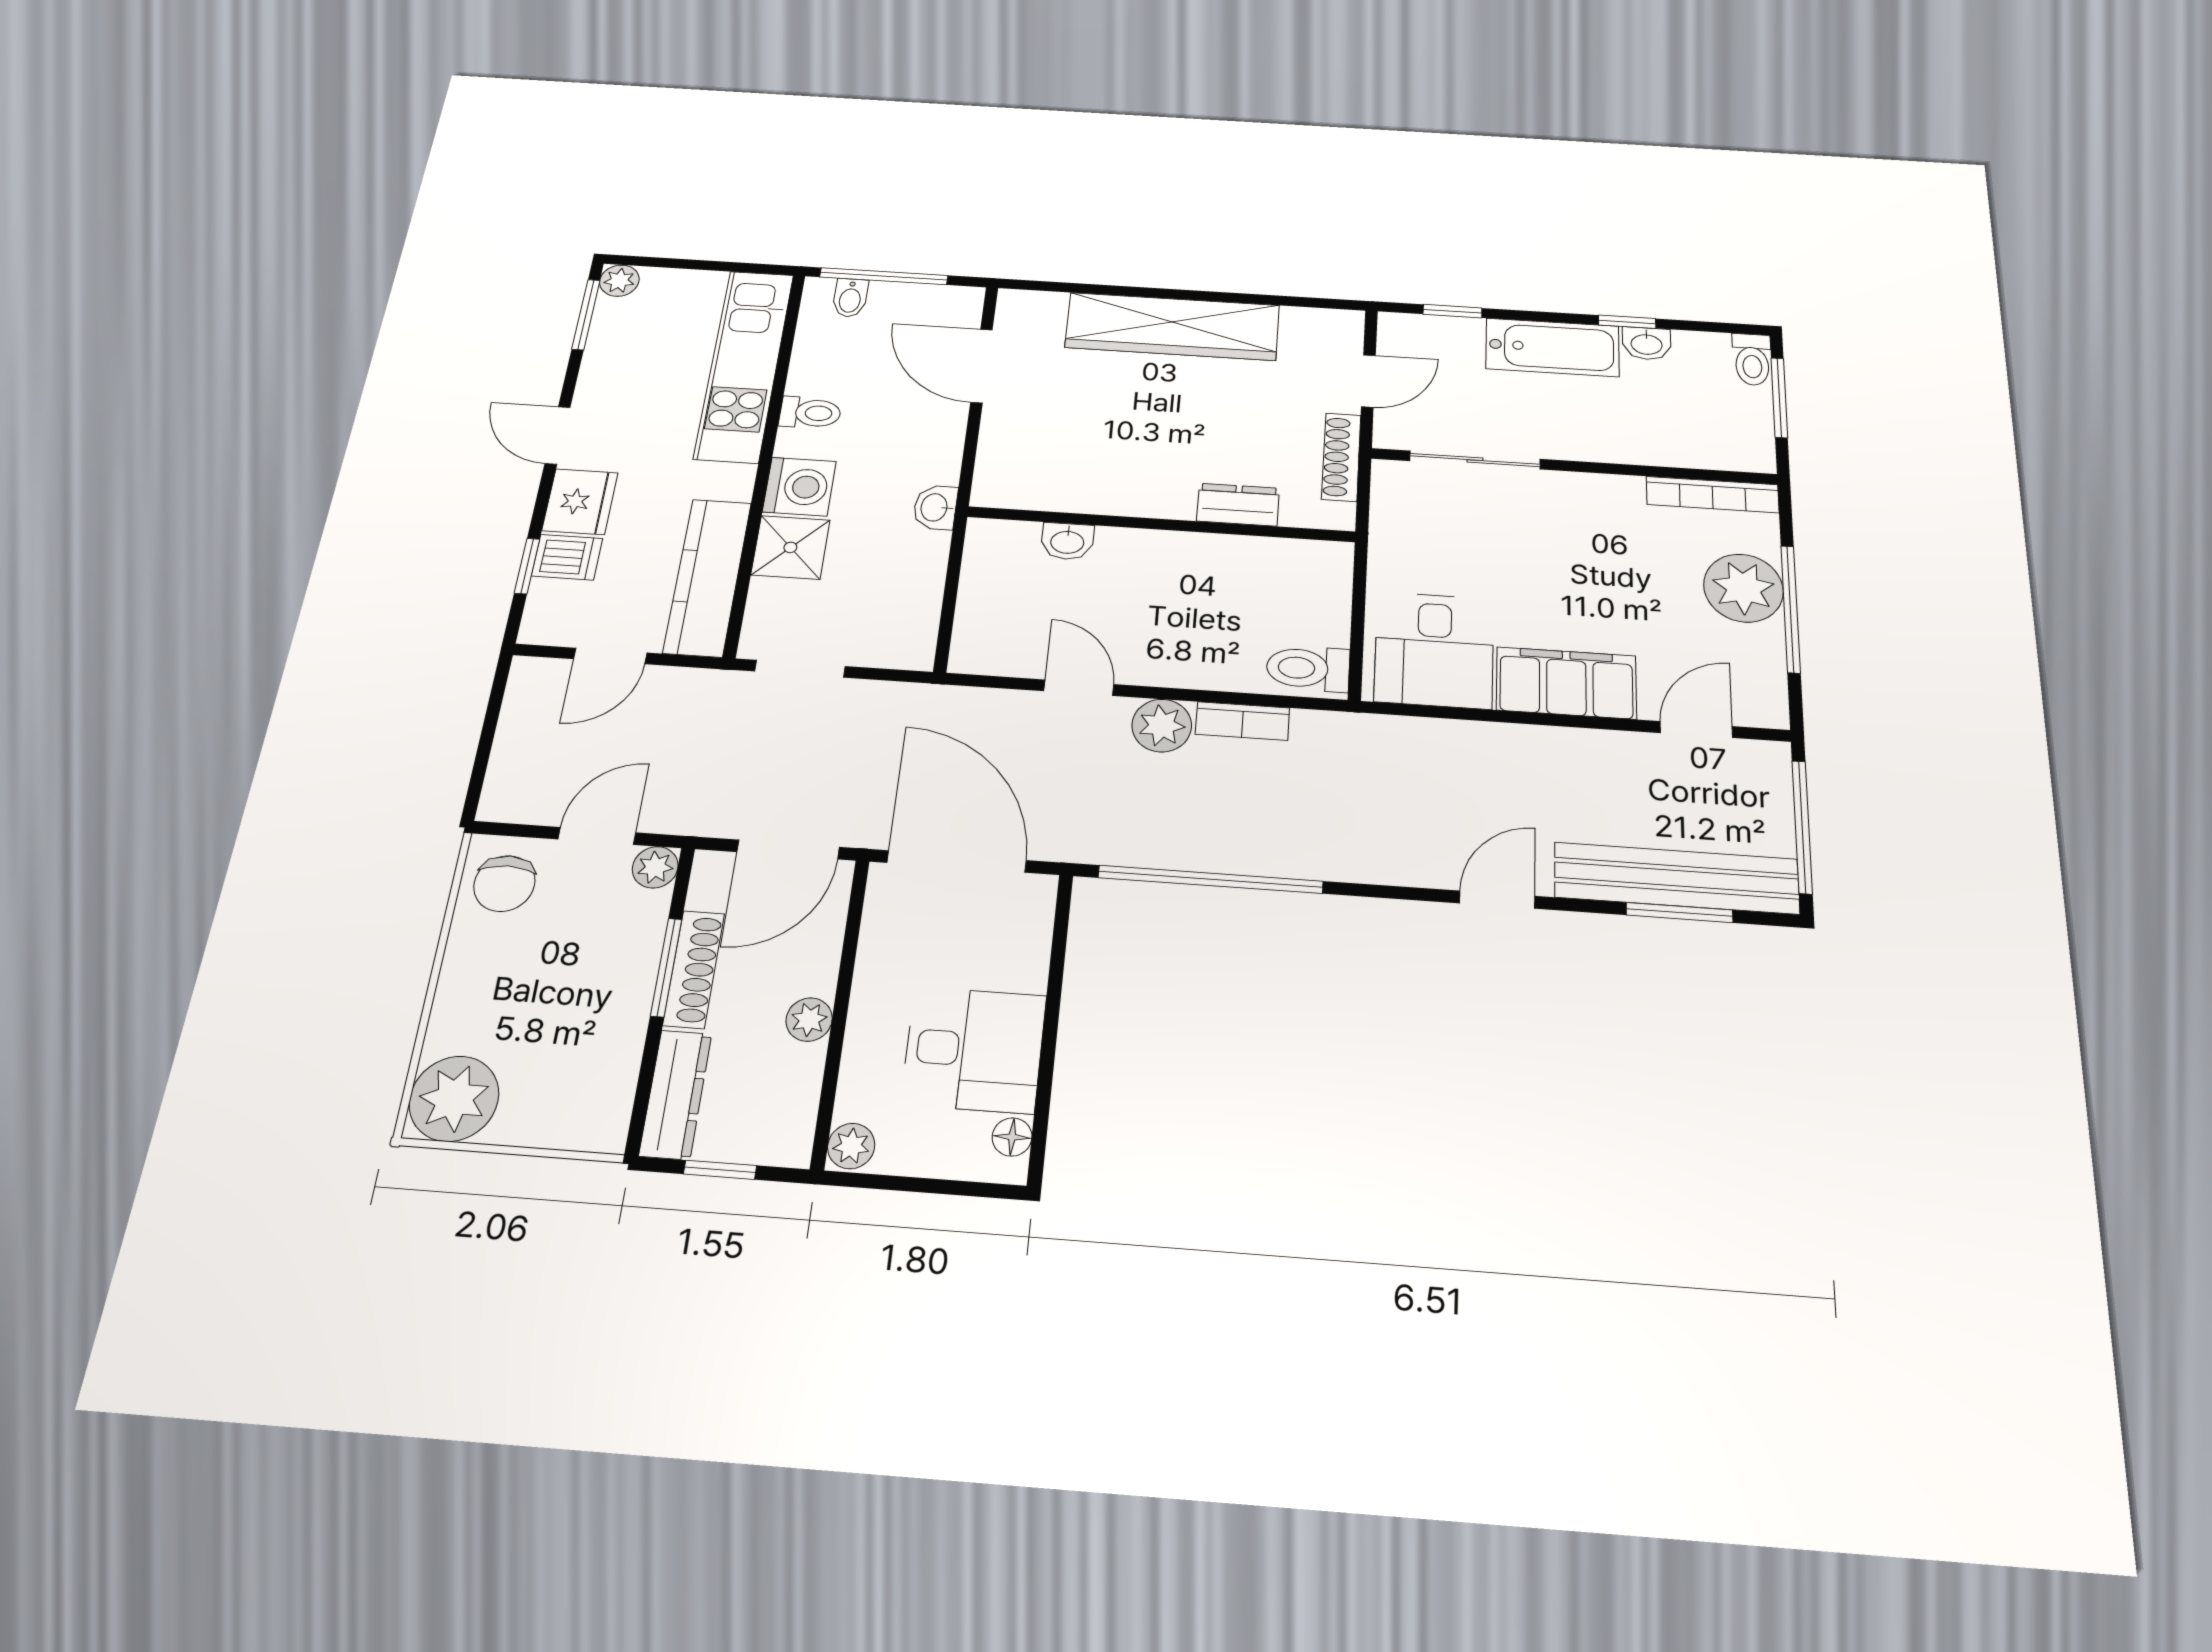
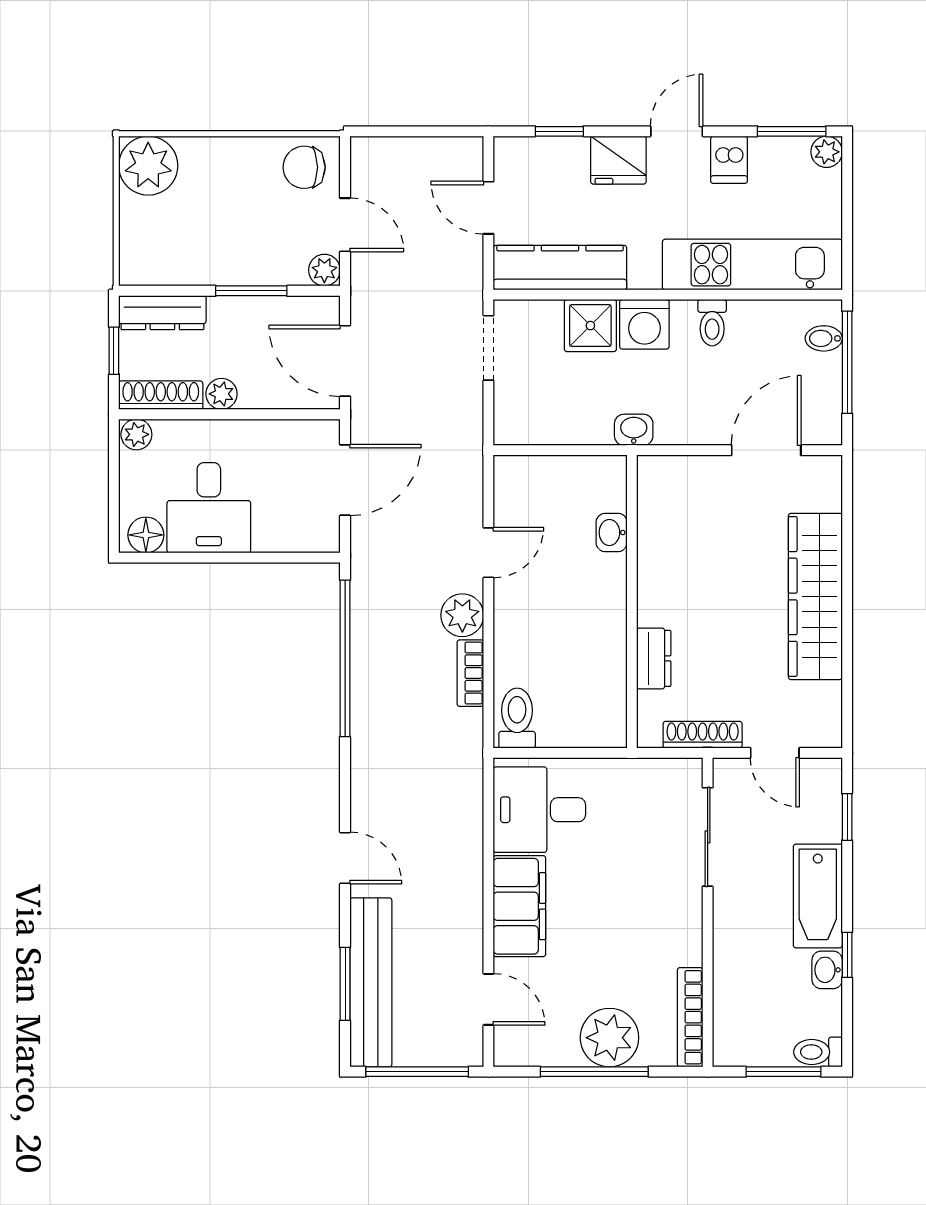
dishwasher: (567, 557) -> (729, 160), moved
door: (957, 861) -> (345, 480), width x0.73
shoe rack: (694, 969) -> (161, 395), moved, turned 180
floor lamp: (1012, 1137) -> (146, 535), width x1.37, depth x1.37

